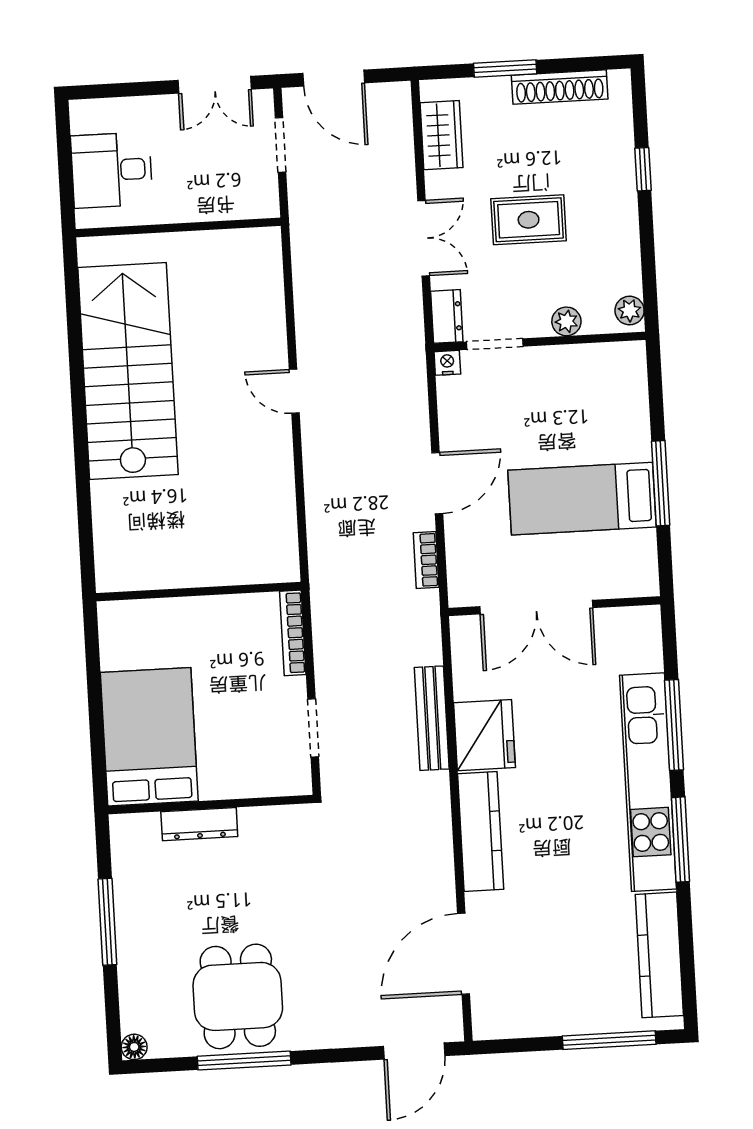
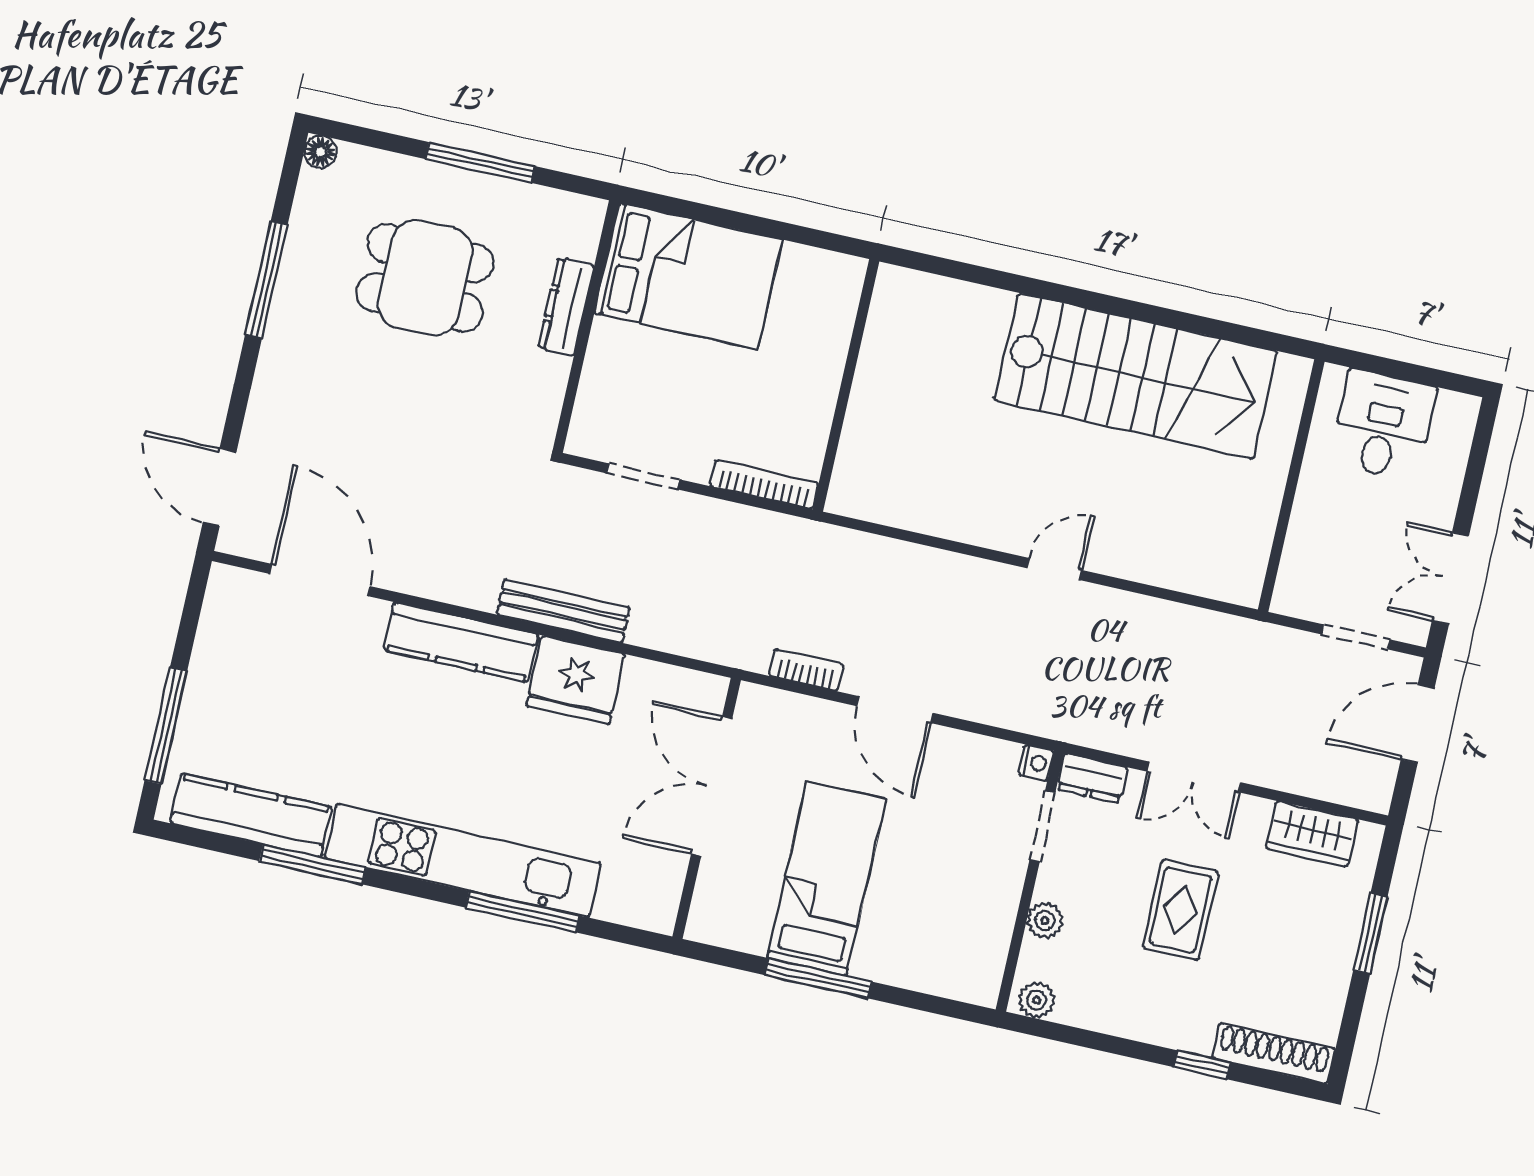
shoe rack: (560, 87) -> (1274, 1053), moved, turned 90
bench: (432, 718) -> (563, 611), moved
window: (680, 840) -> (313, 864), moved
dining table: (238, 996) -> (425, 278), moved

